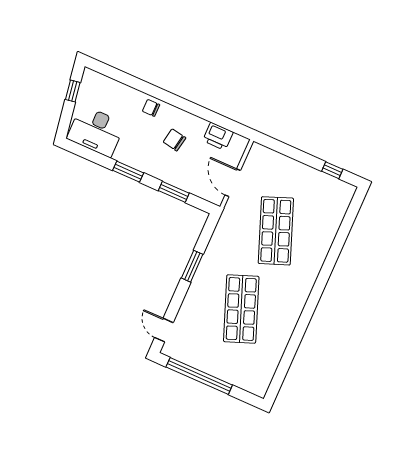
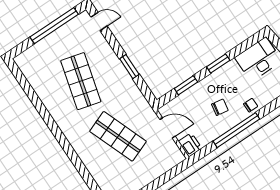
window: (188, 106) -> (236, 130), added
printer: (218, 136) -> (190, 145), moved, turned 90
shop shelf: (241, 309) -> (81, 81), turned 36

